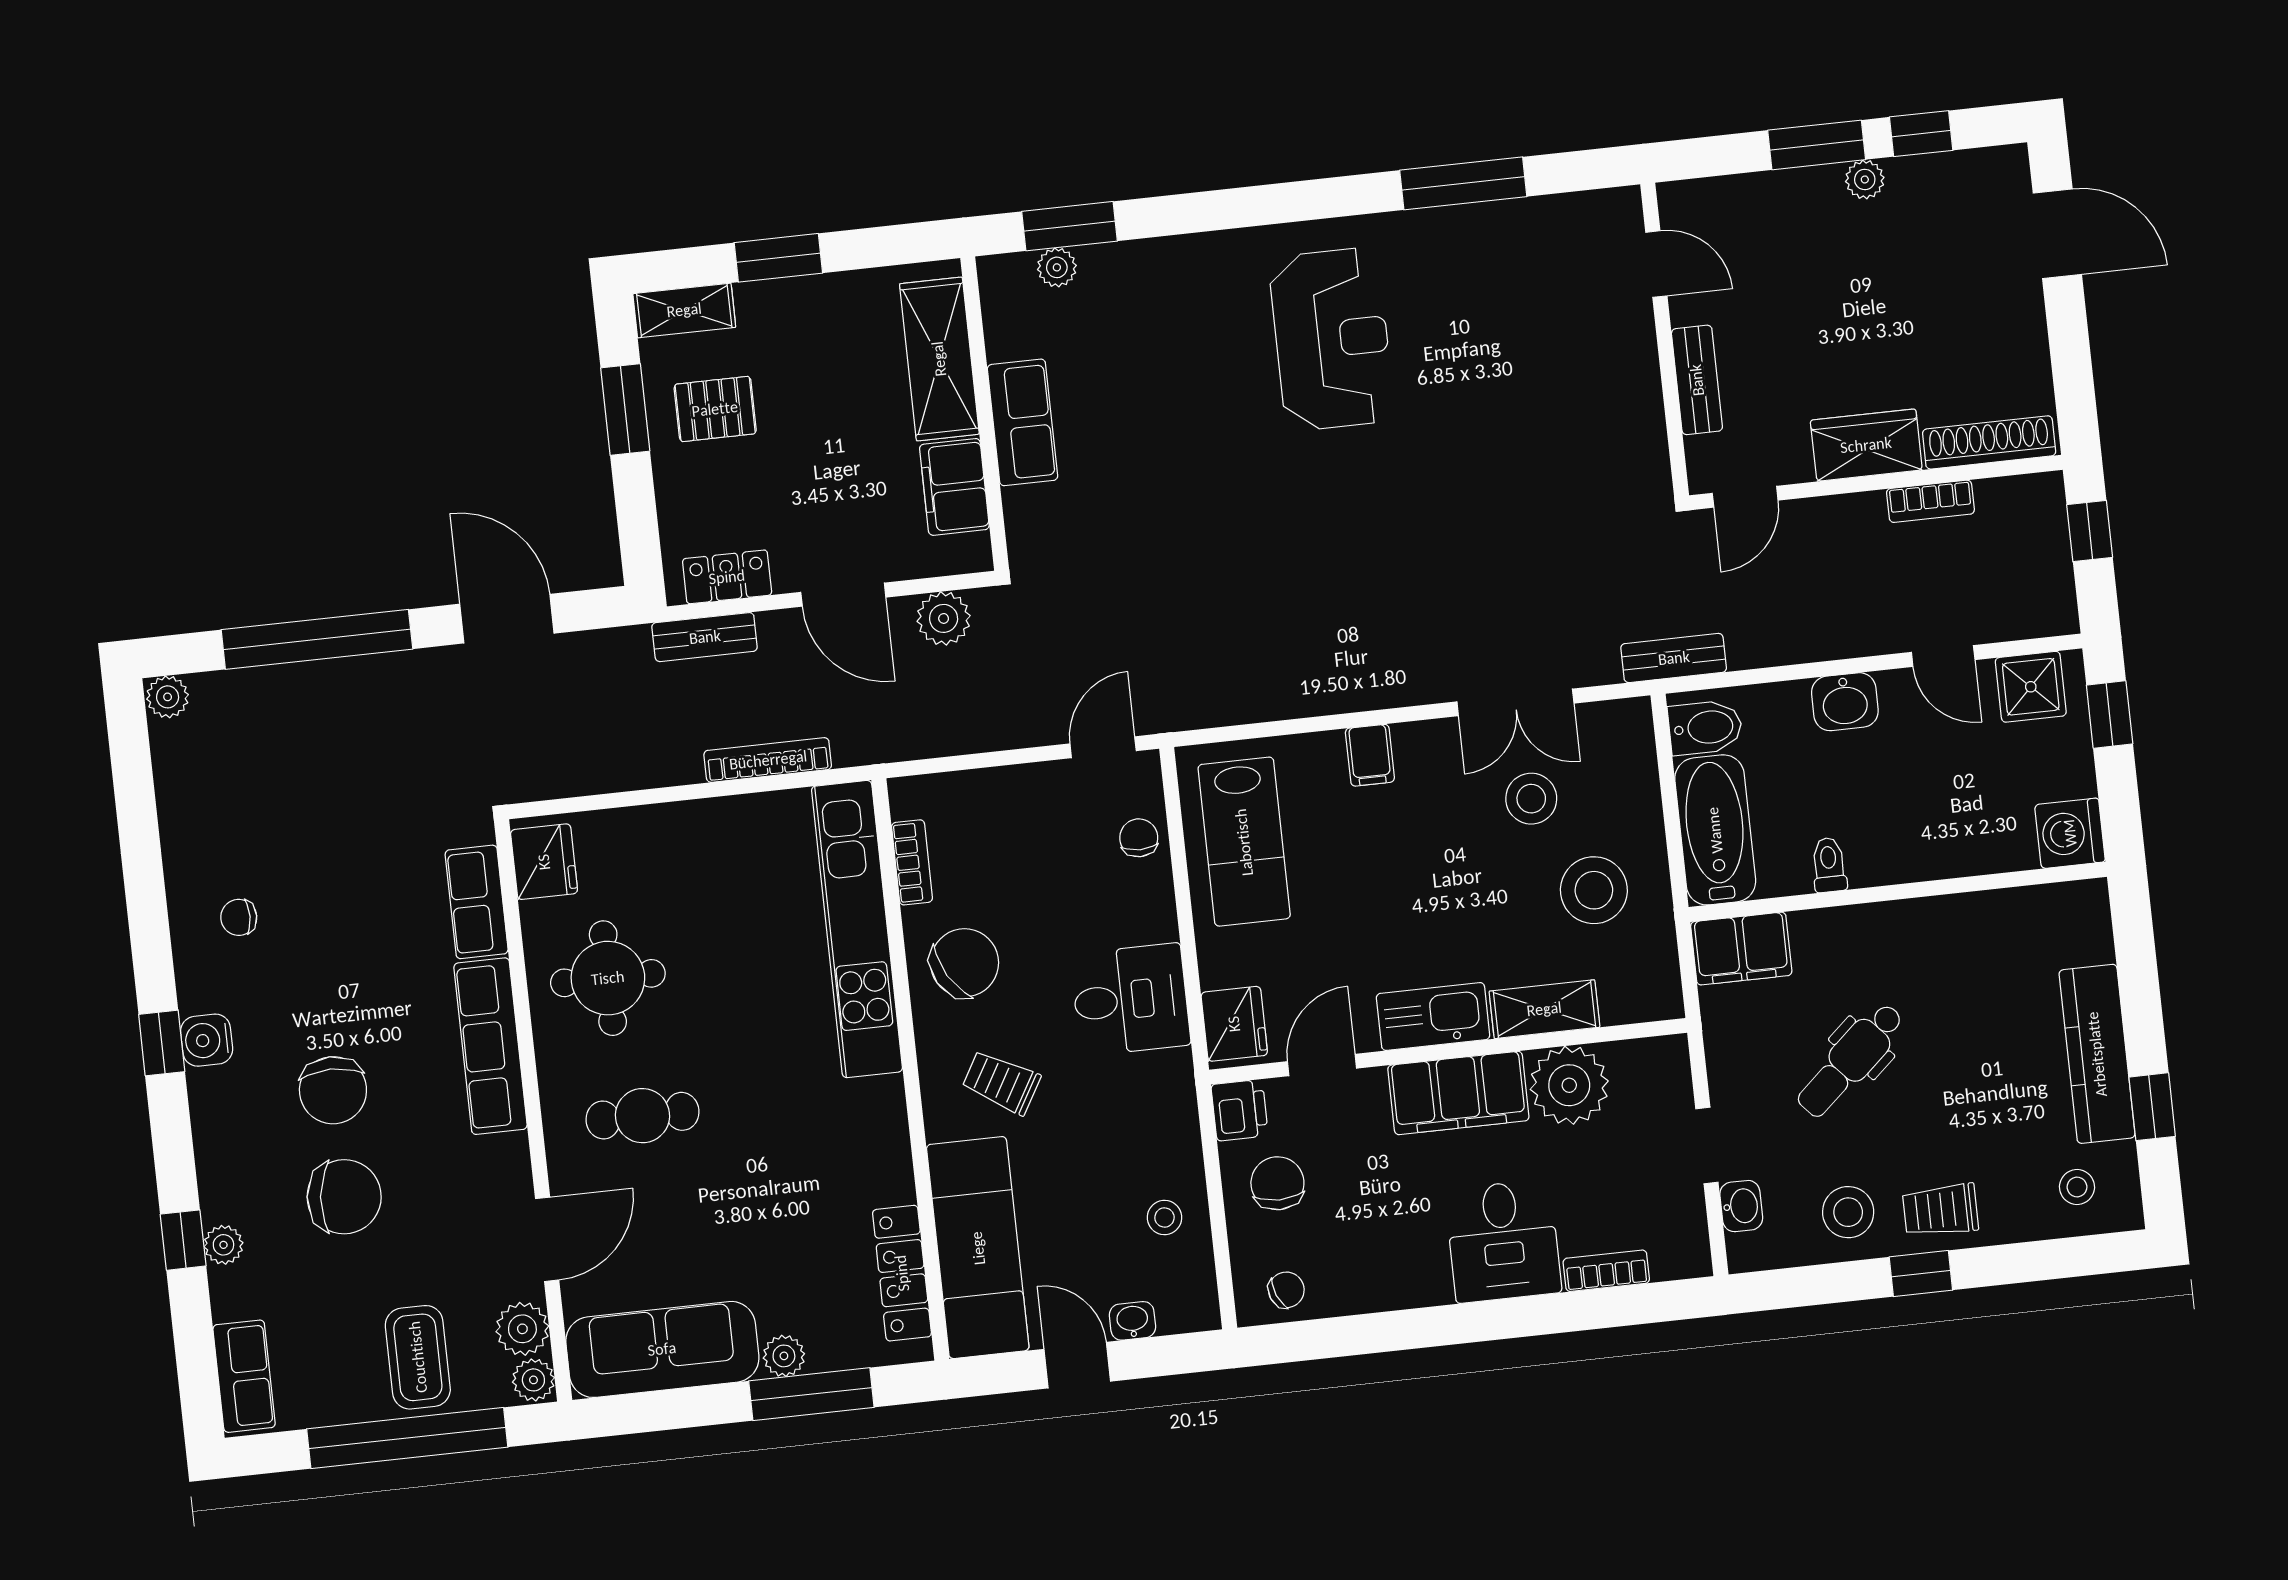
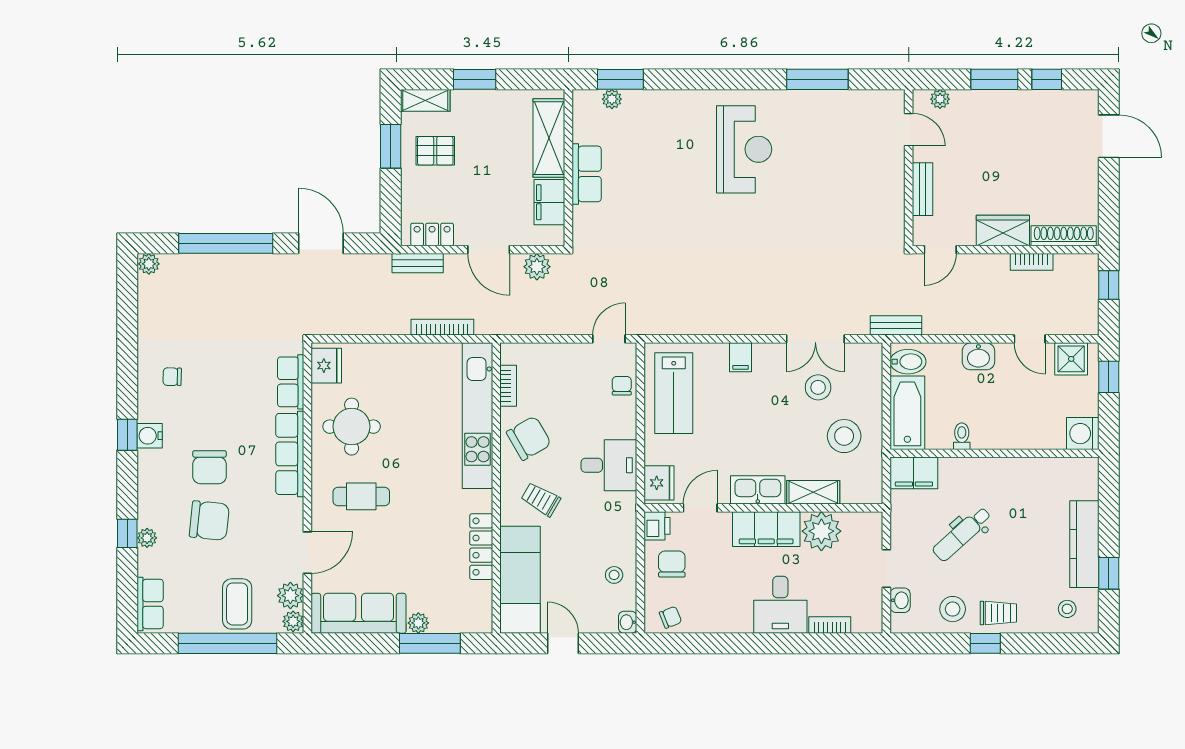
plant: (1865, 179) -> (940, 99), moved
trolley: (1940, 1210) -> (998, 613), turned 180
locker: (902, 1273) -> (481, 547), moved
washbasin: (1132, 1321) -> (628, 622), moved, turned -90

